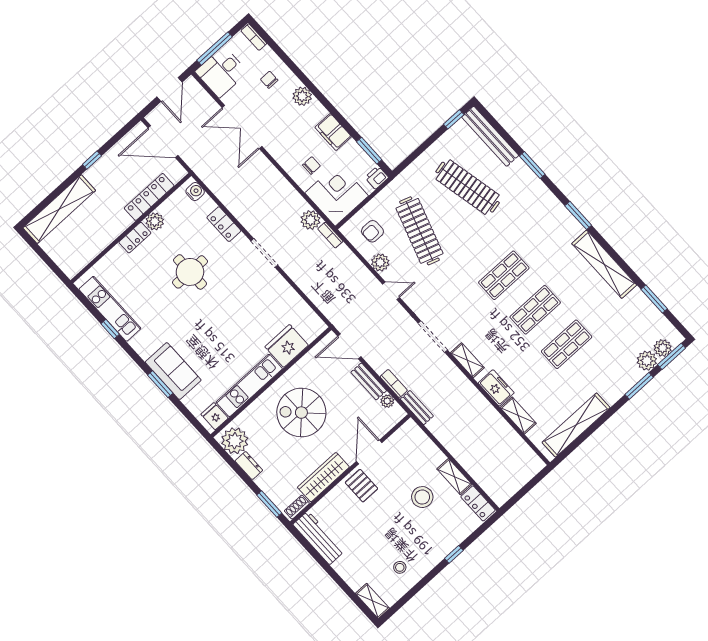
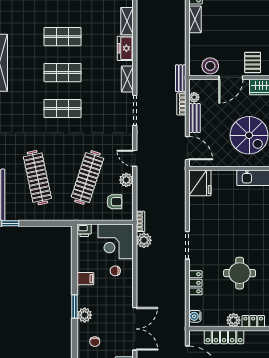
filing cabinet: (333, 132) -> (85, 279), width x0.50
window: (369, 151) -> (75, 307), moved
fridge: (287, 346) -> (200, 183), moved, turned -90
stool: (422, 497) -> (210, 66), moved

